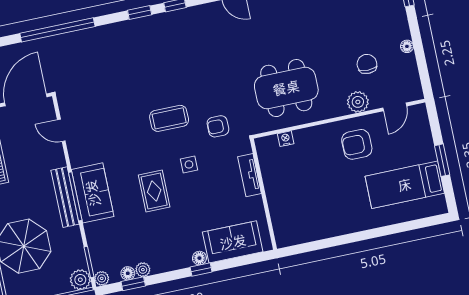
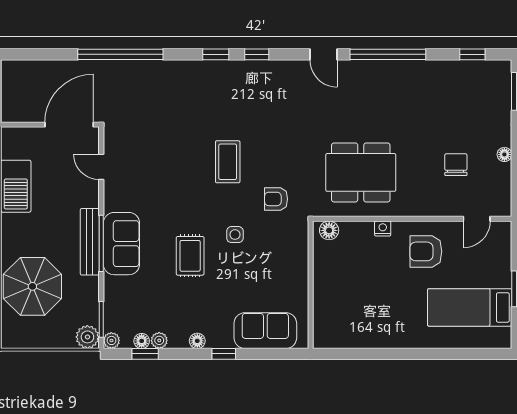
plant: (358, 102) -> (437, 205), removed
coffee table: (169, 118) -> (228, 162), moved, turned 90
nightstand: (286, 139) -> (383, 229), moved
floor lamp: (269, 144) -> (329, 230), added
tv unit: (249, 175) -> (300, 260), removed
floor lamp: (199, 258) -> (197, 341), moved

